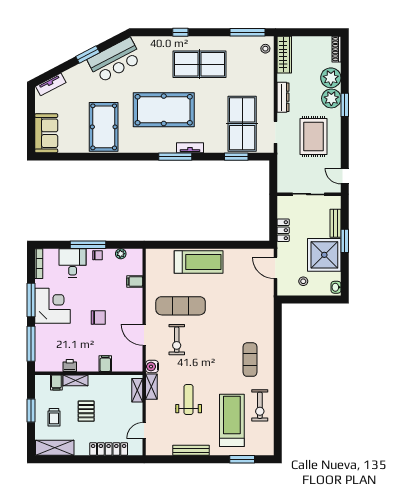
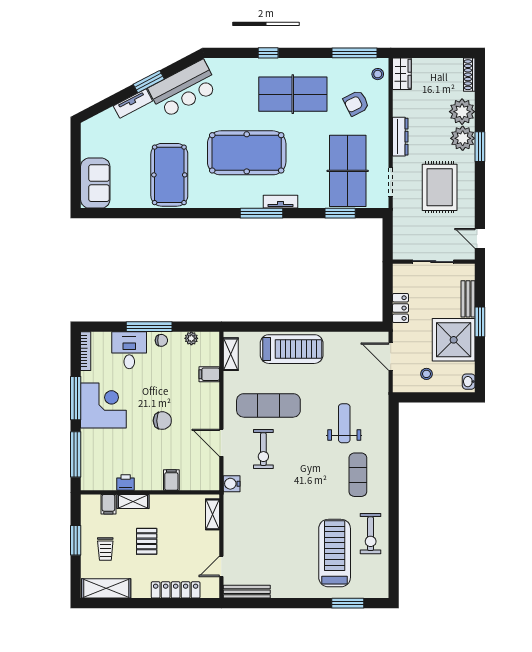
wardrobe: (284, 55) -> (402, 74), width x0.67
armchair: (249, 71) -> (356, 103), added
tv unit: (51, 84) -> (133, 103), moved
shelving: (151, 387) -> (231, 354), moved
weight bench: (189, 400) -> (344, 423), moved
bench: (191, 450) -> (247, 592), moved

